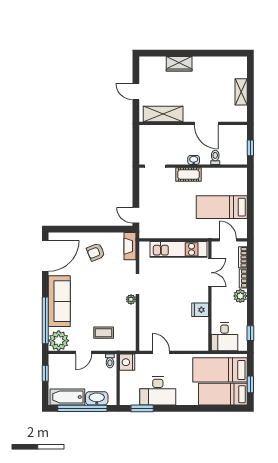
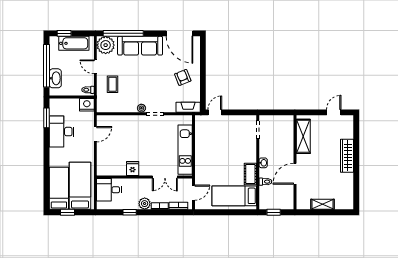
wardrobe: (179, 64) -> (347, 156), width x1.50
door: (136, 92) -> (334, 112), moved
cot: (188, 175) -> (250, 174), moved
bed: (222, 207) -> (234, 196), moved, turned -90
window: (250, 333) -> (130, 212), moved
window: (45, 373) -> (64, 33), moved
bathtub: (67, 397) -> (74, 43), moved, turned 90

